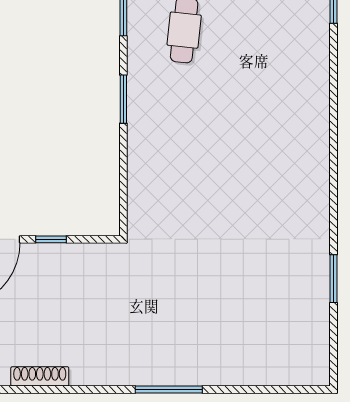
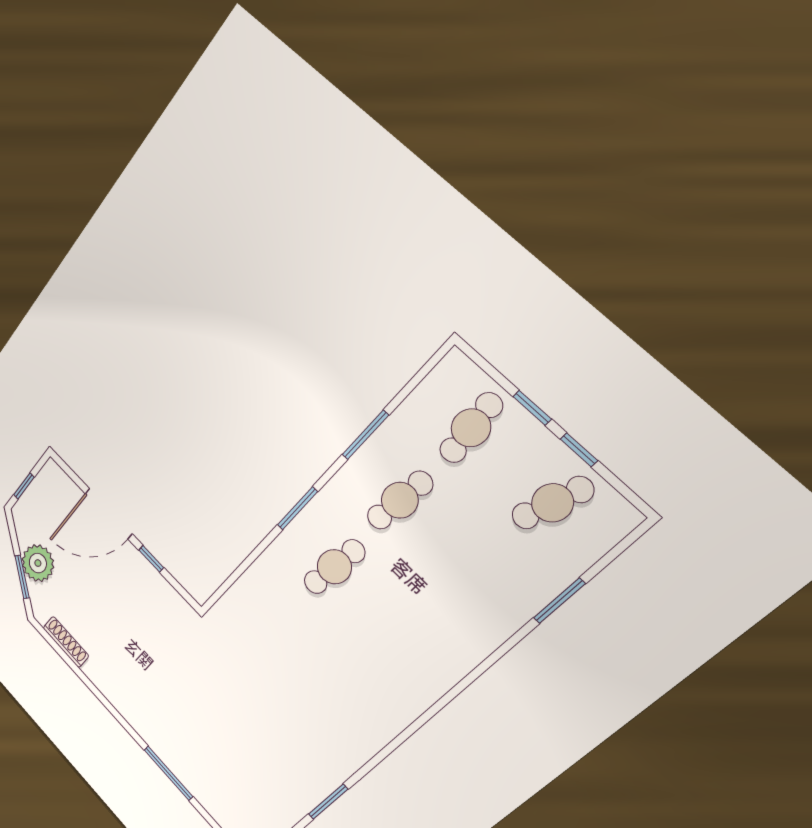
cafe table: (184, 113) -> (334, 567), added
window: (169, 389) -> (168, 773), moved

